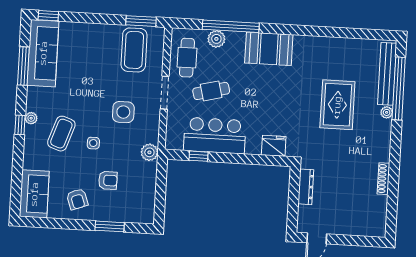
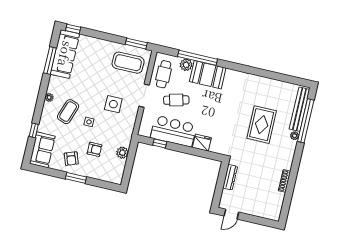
booth: (269, 49) -> (208, 75), moved
coffee table: (134, 50) -> (128, 63), turned 90
window: (20, 125) -> (34, 130), moved
fridge: (274, 146) -> (202, 143), moved
plant: (149, 152) -> (122, 153), moved
window: (110, 226) -> (76, 178), moved

